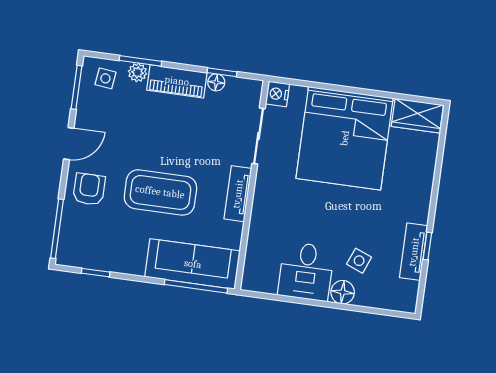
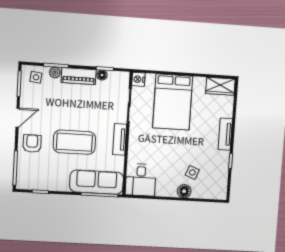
bed: (345, 138) -> (173, 102), width x0.73
tv unit: (414, 252) -> (225, 134), moved
desk: (306, 271) -> (141, 180), moved

